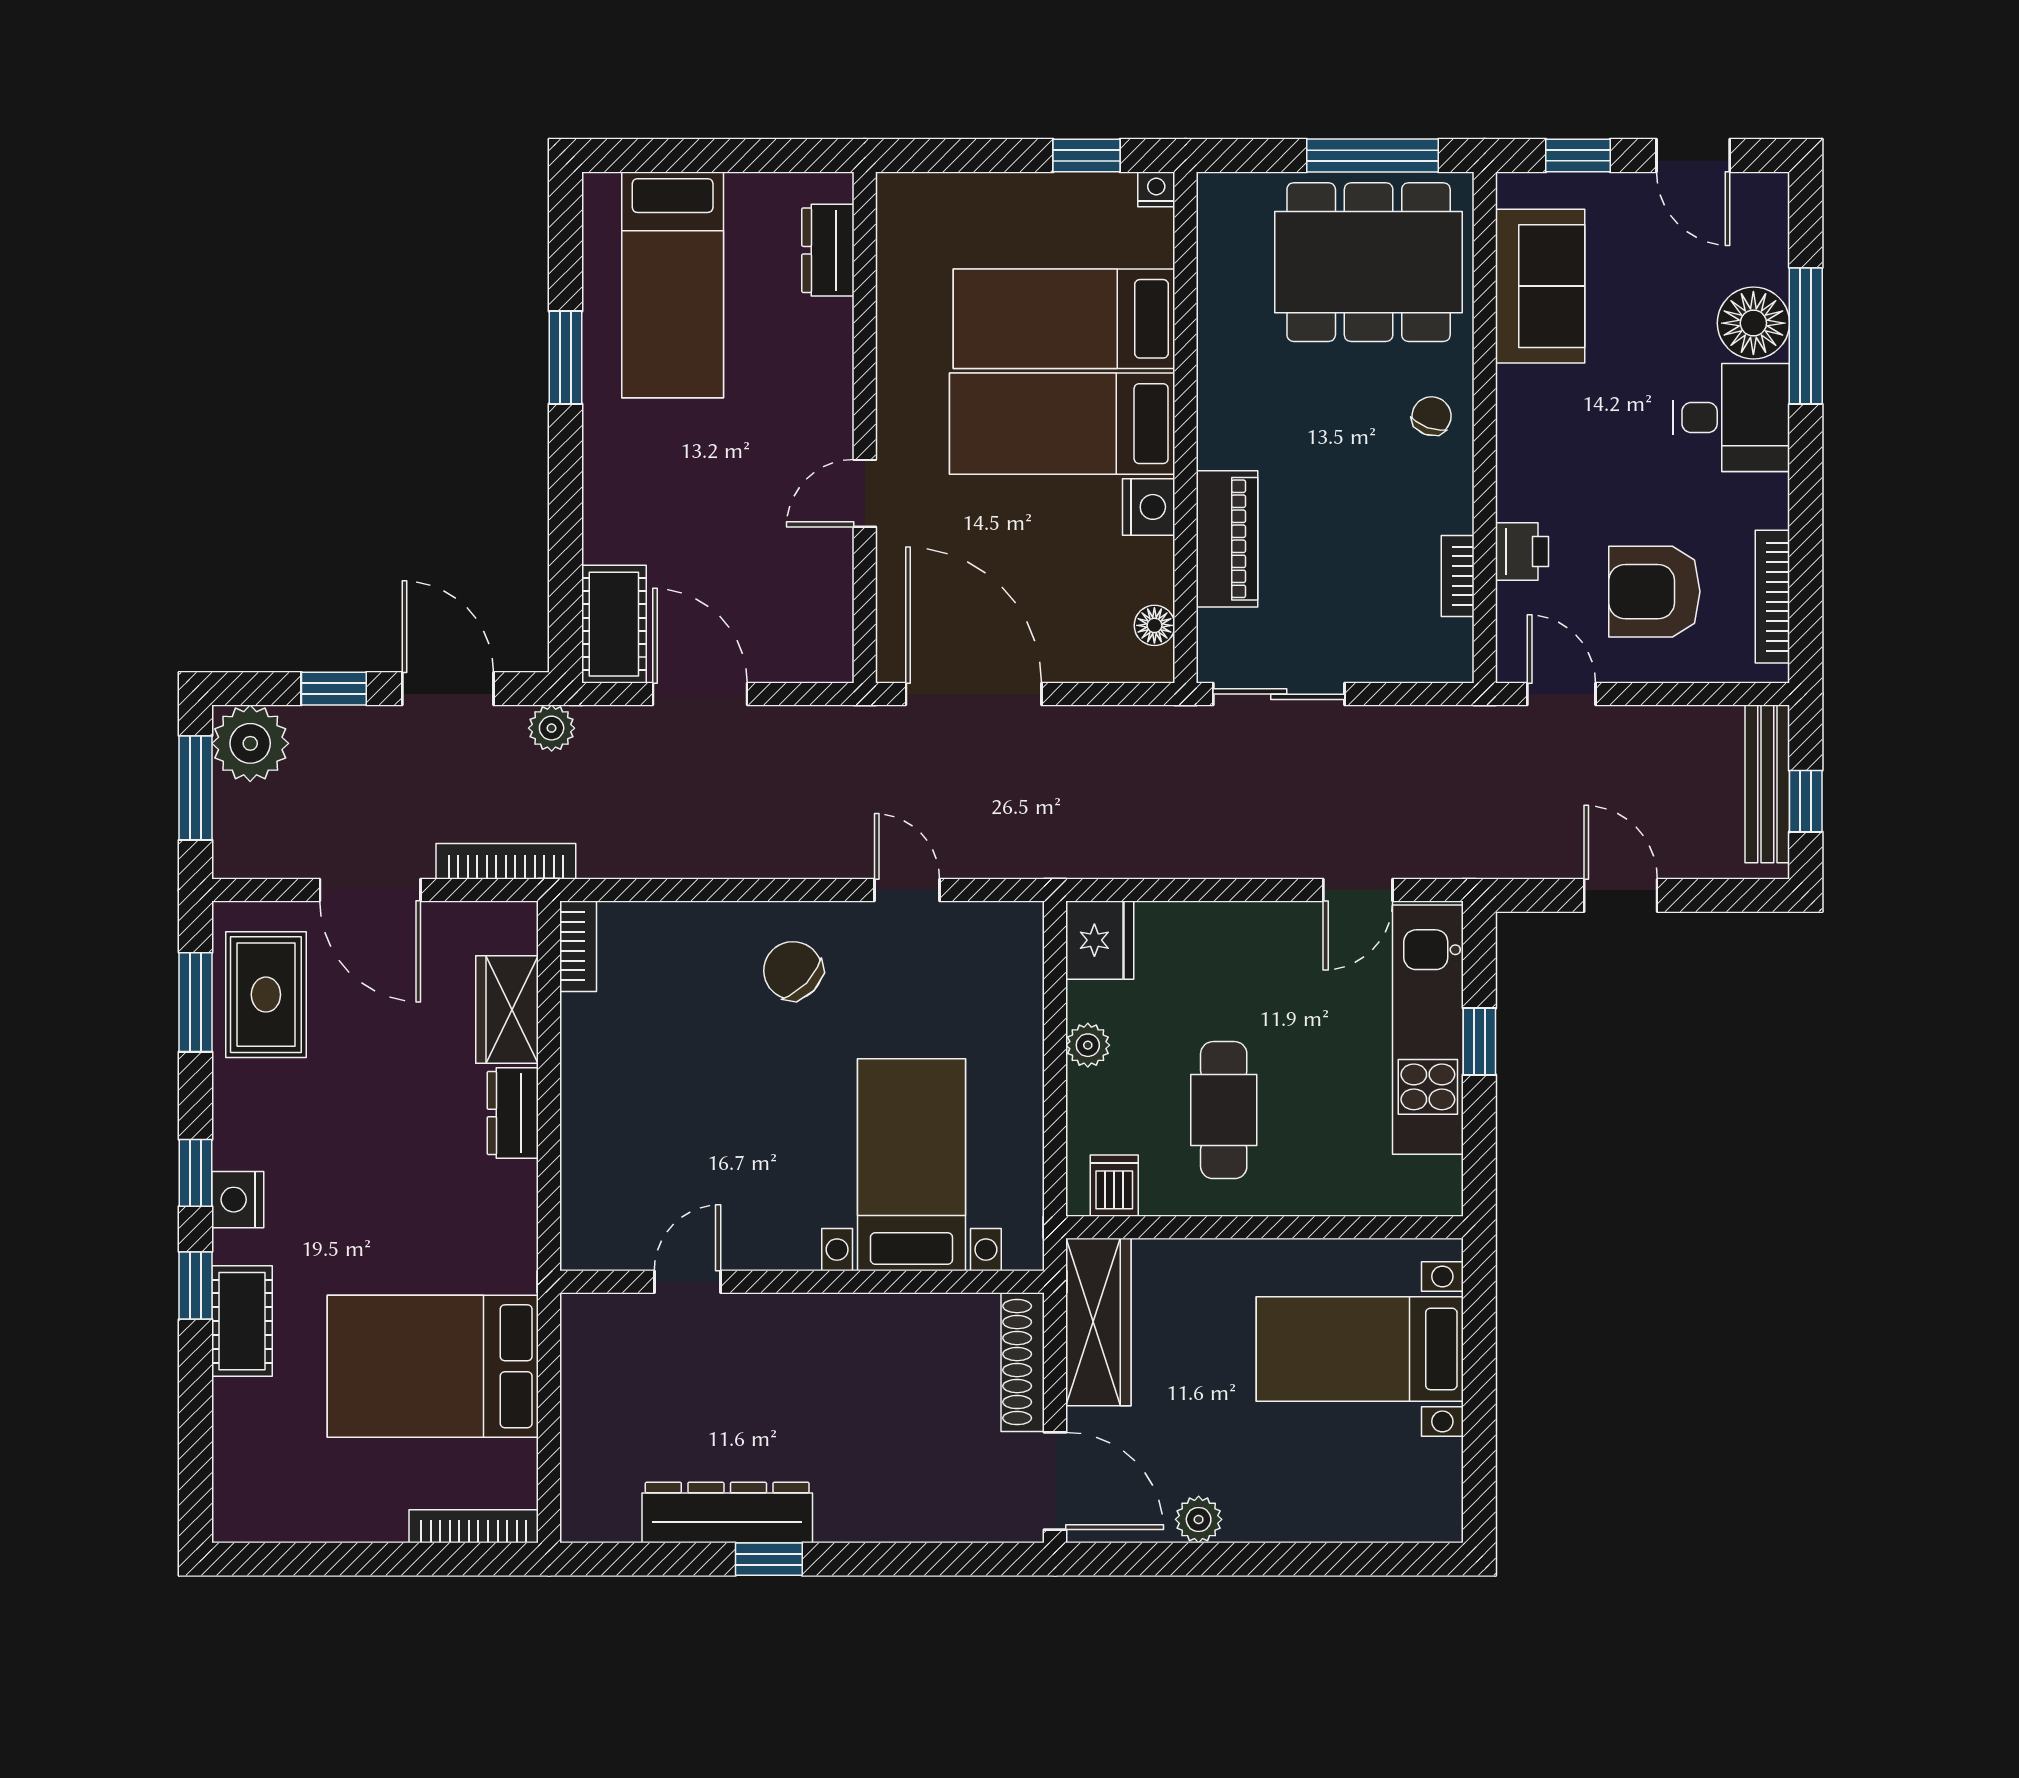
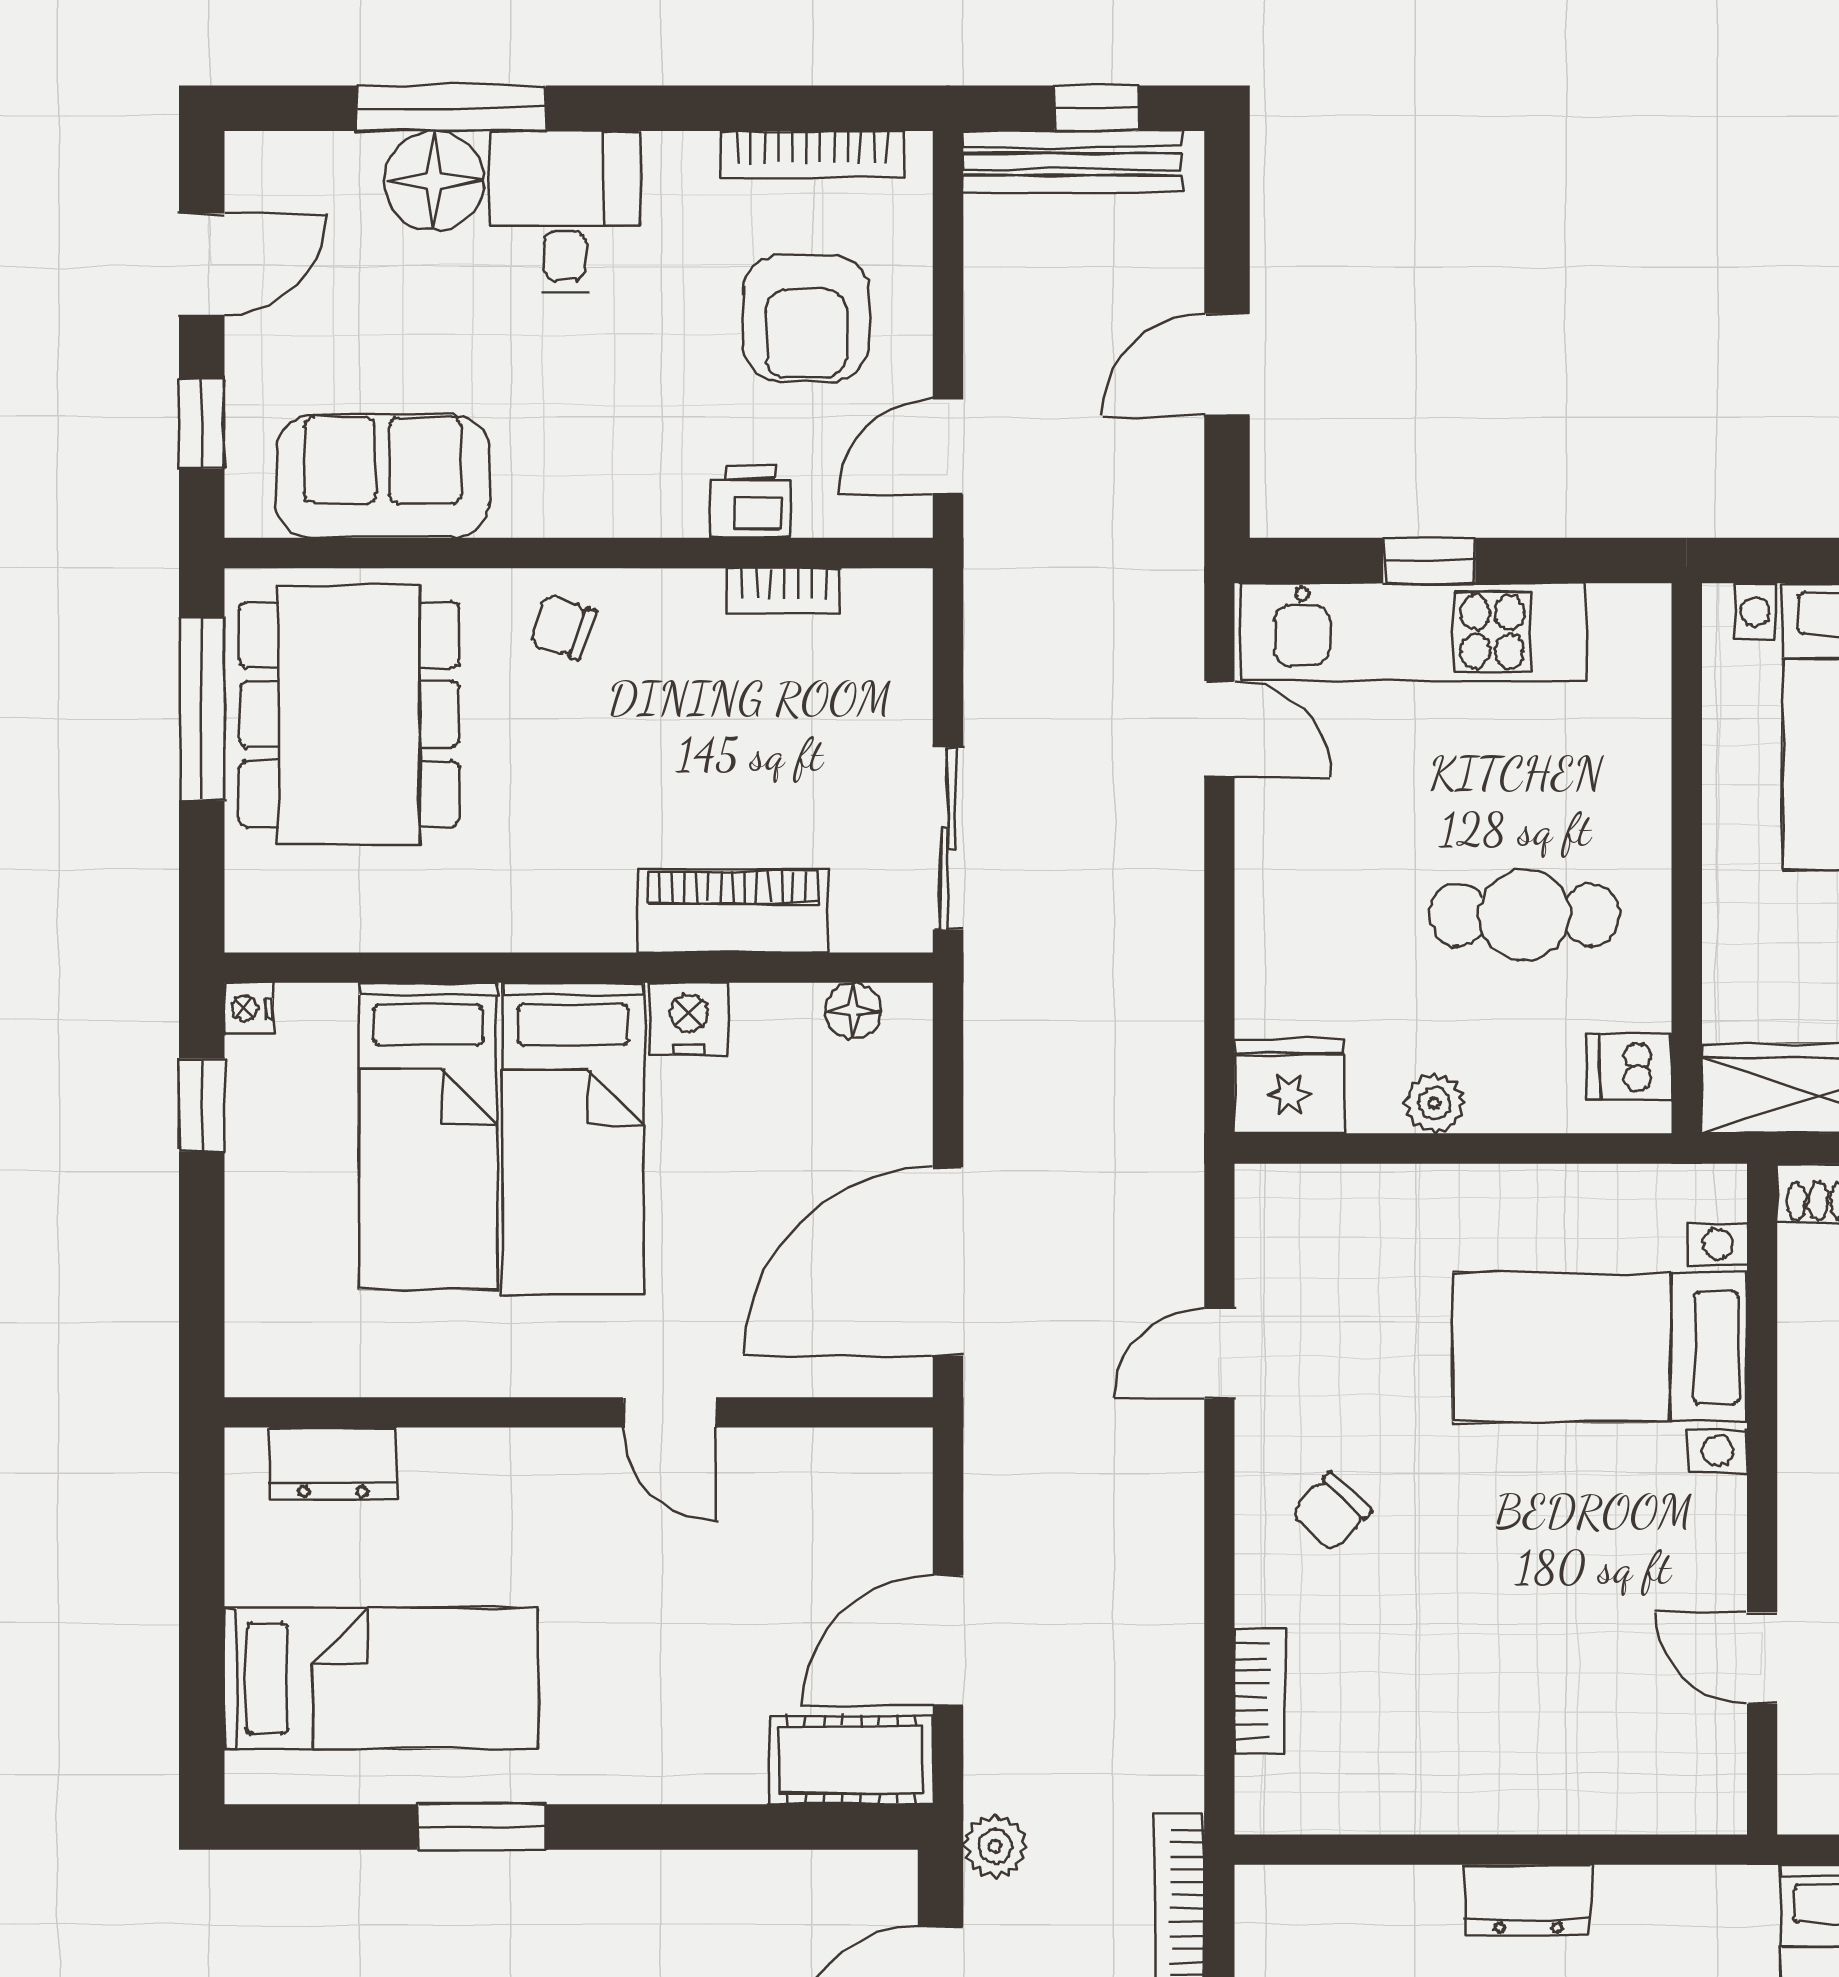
bookcase: (578, 946) -> (1260, 1691), moved, turned 90
chair: (793, 971) -> (1331, 1512), width x0.73, depth x0.73
wardrobe: (507, 1010) -> (1385, 1908), removed

